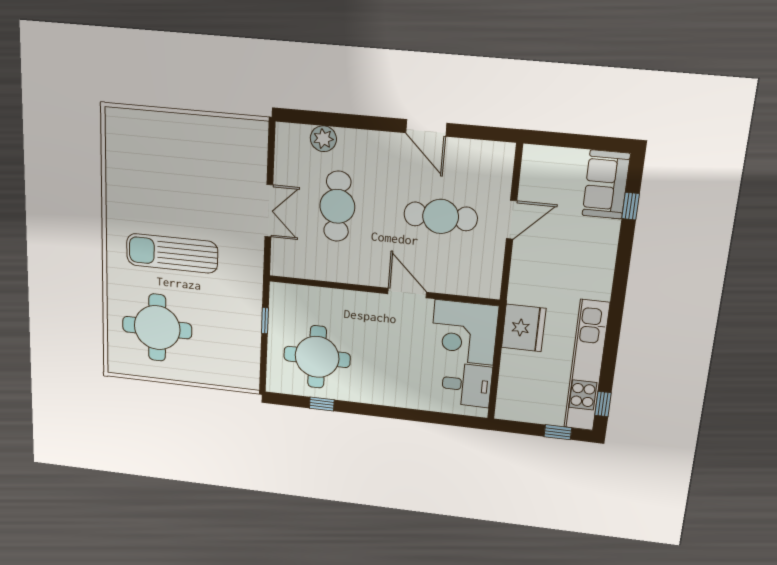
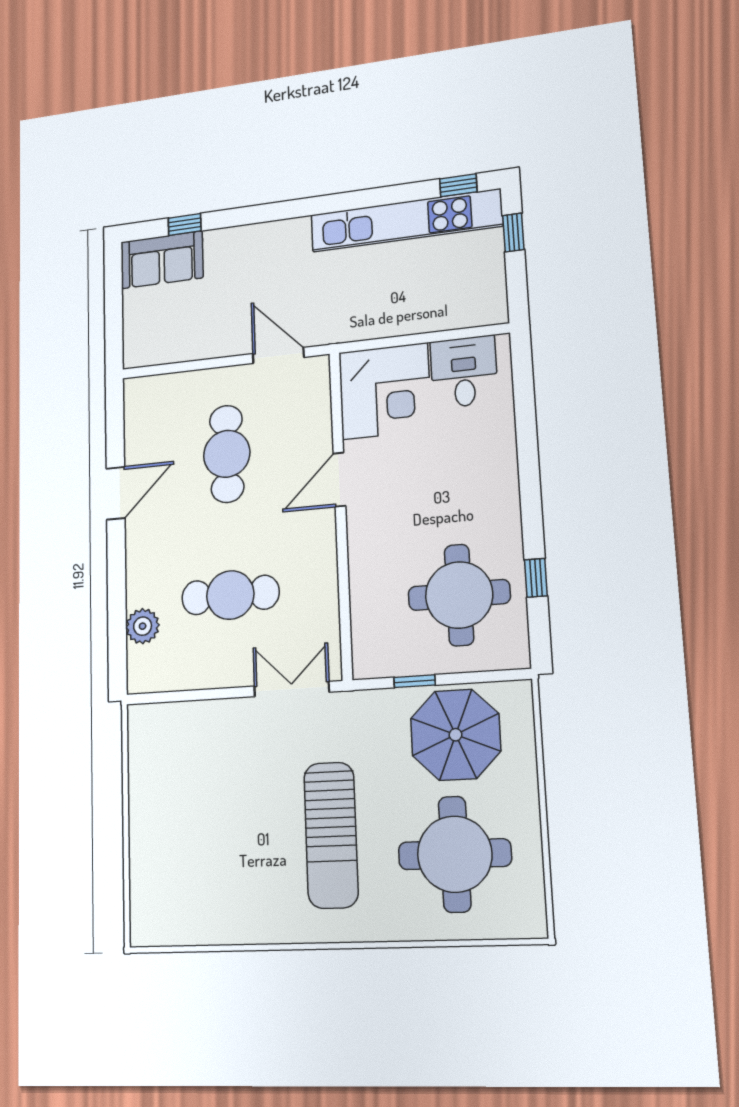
double door: (269, 211) -> (292, 689), moved
door: (512, 220) -> (278, 355), moved
fridge: (524, 328) -> (365, 314), removed
parasol: (229, 340) -> (455, 735), added

